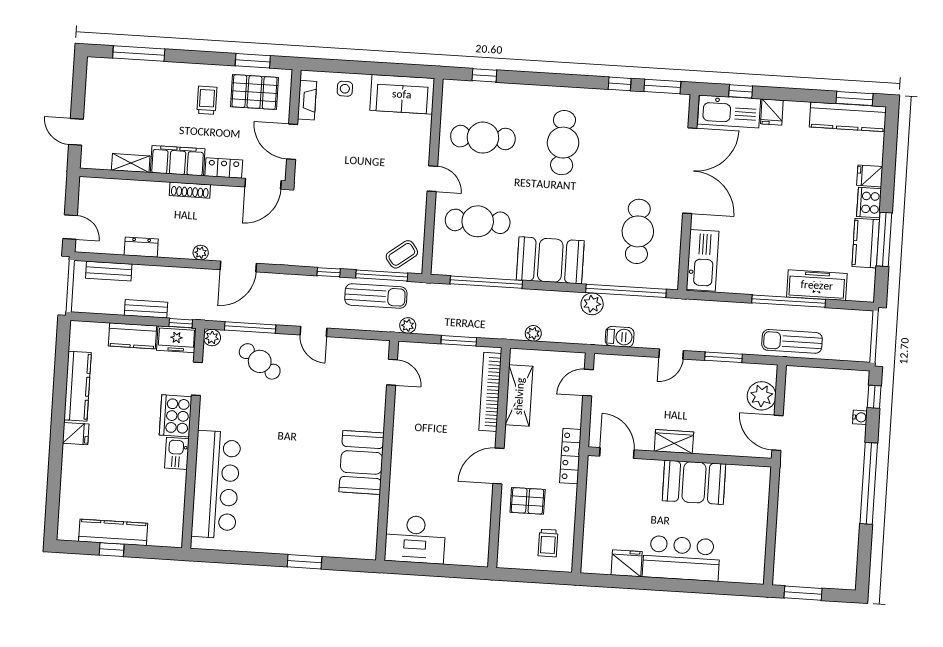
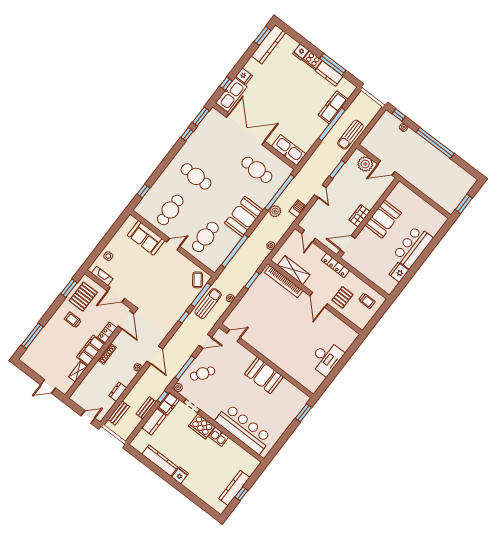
sofa: (402, 94) -> (146, 238), moved, turned 90
door: (392, 372) -> (233, 336), moved
wall: (387, 451) -> (266, 361), moved
booth: (362, 462) -> (264, 375), moved

